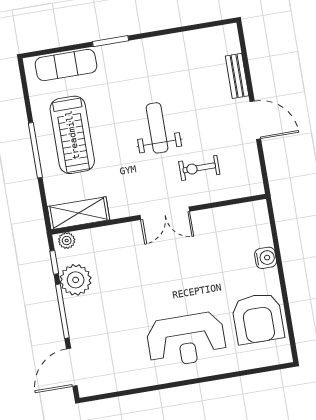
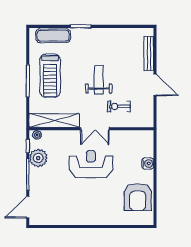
bench: (237, 76) -> (149, 53), width x1.36
shelving: (79, 213) -> (54, 121), width x1.47
reception desk: (186, 340) -> (91, 164), moved, turned 180

